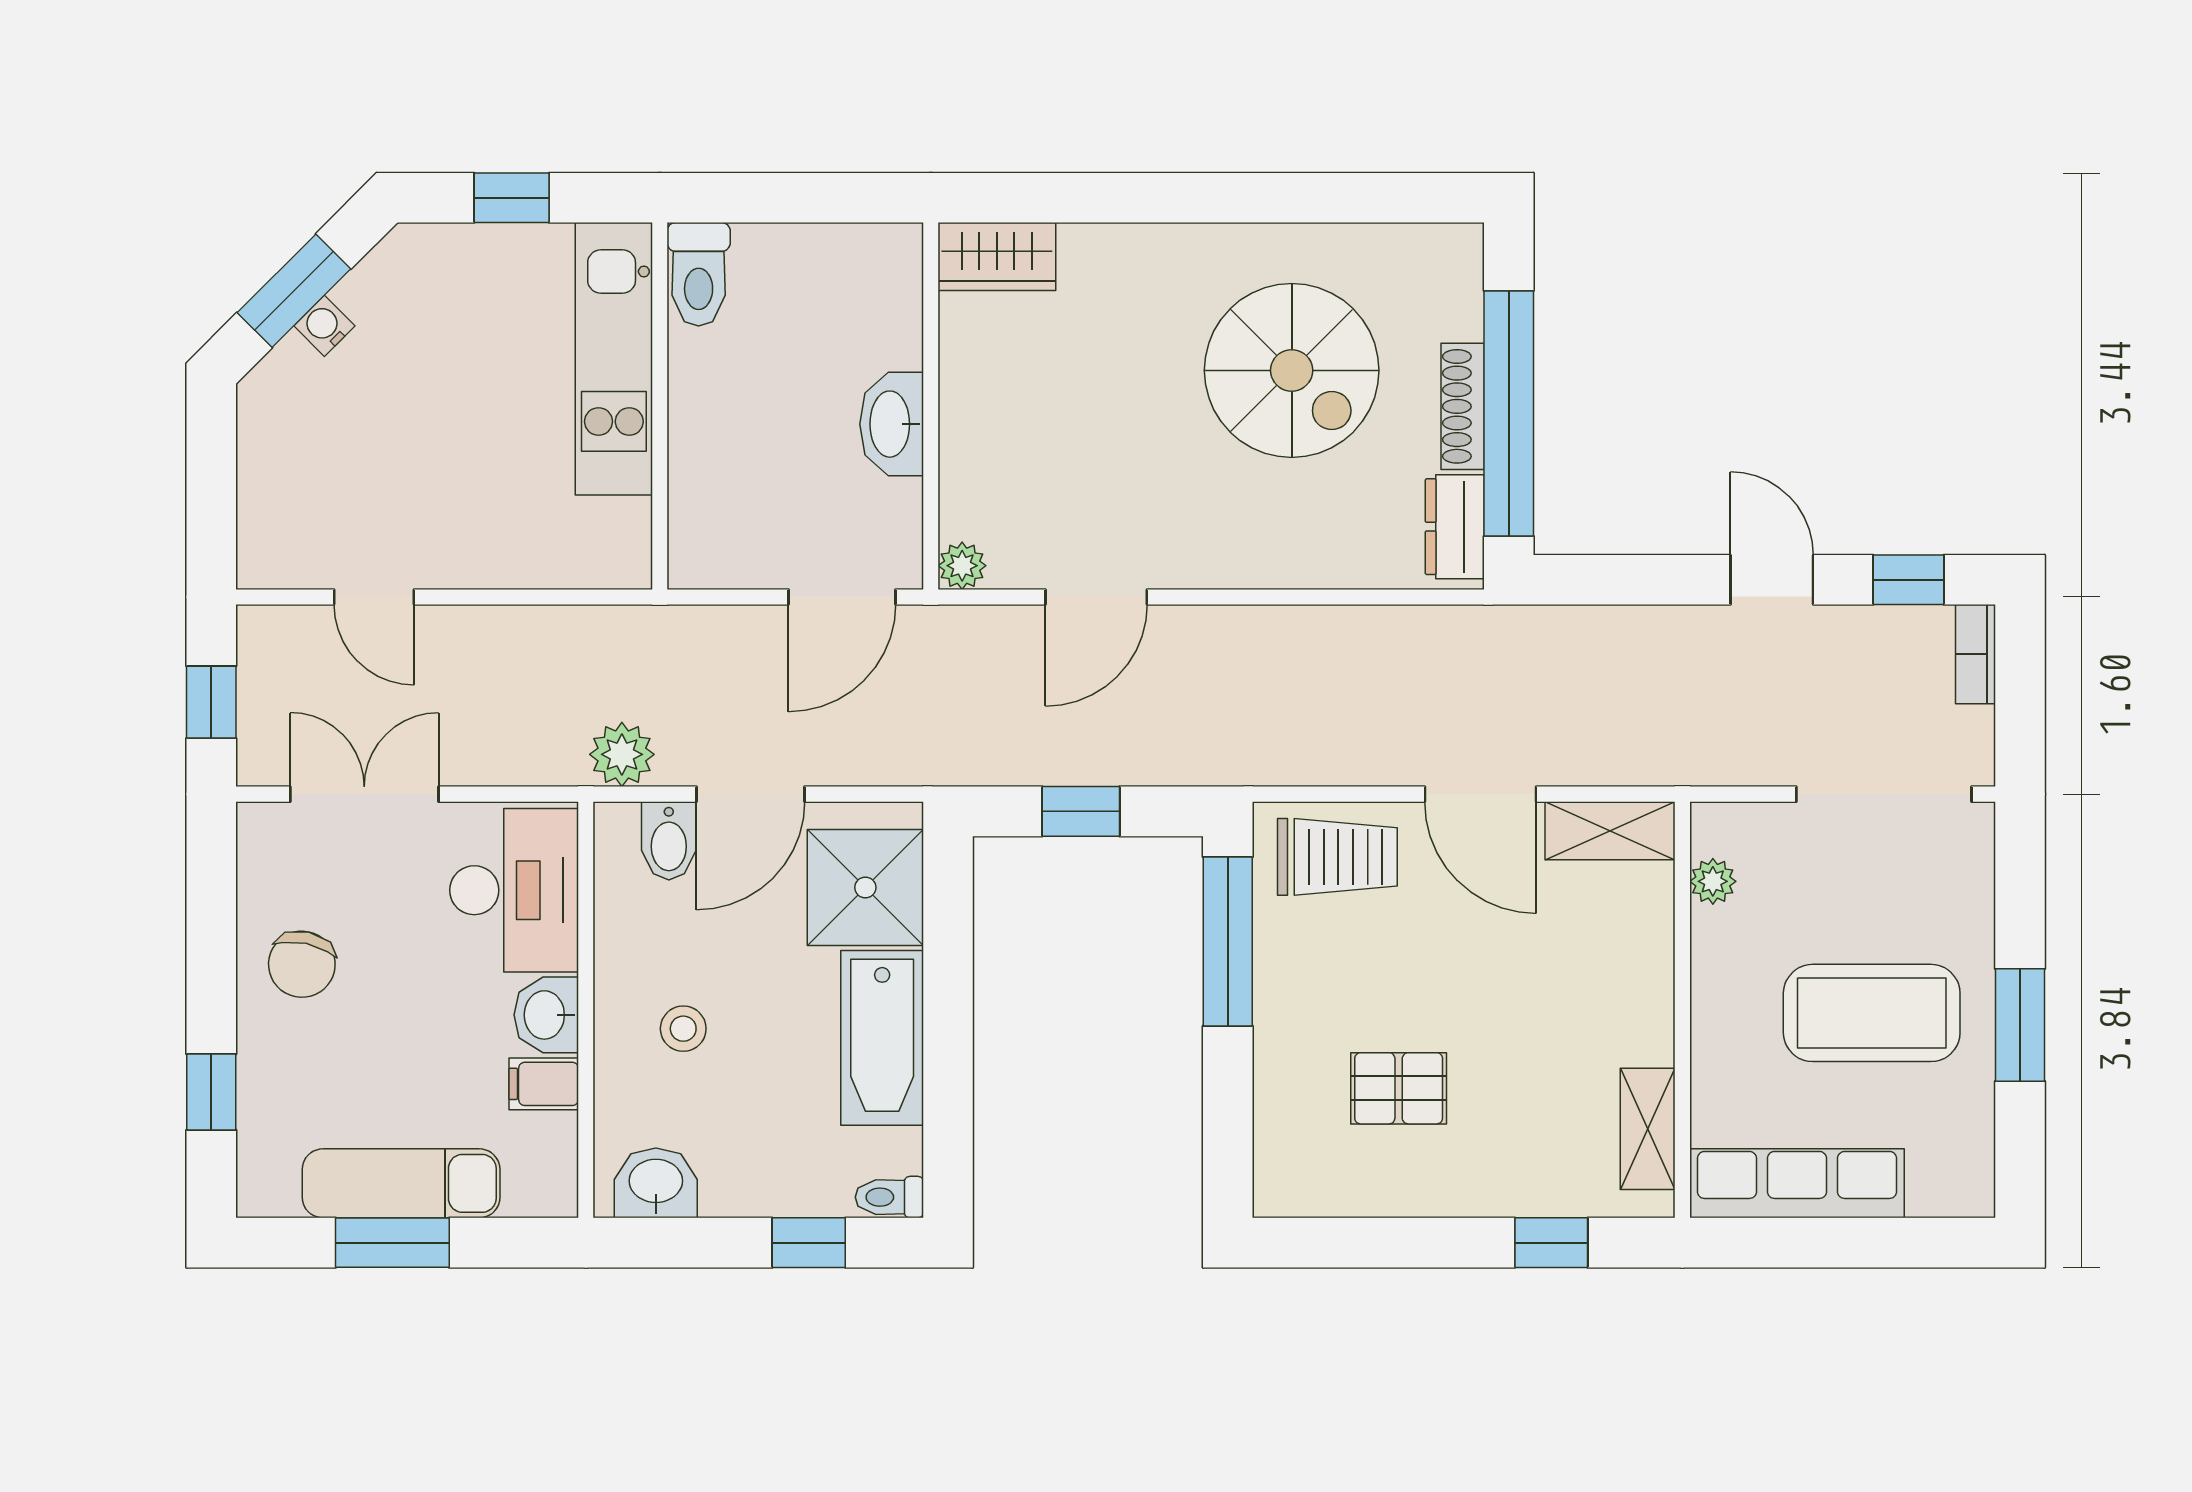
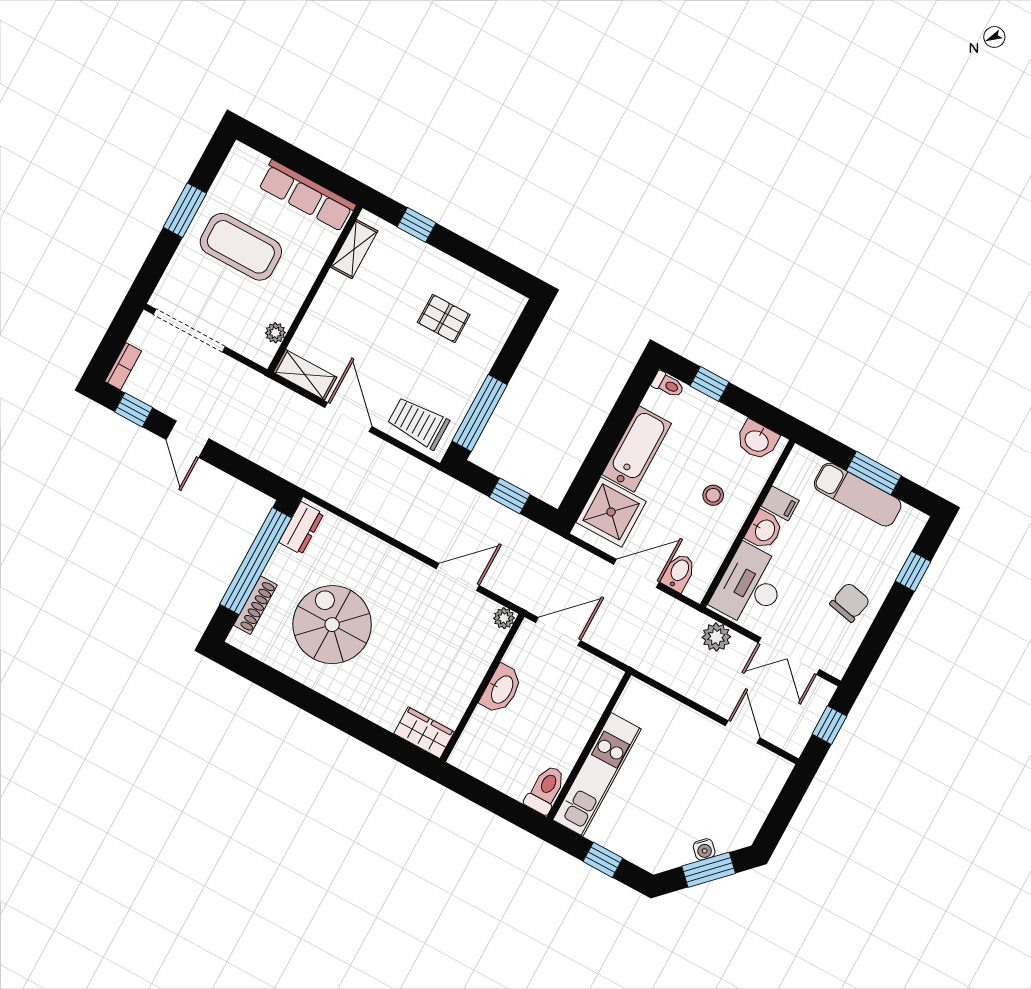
shoe rack: (1463, 406) -> (255, 605), moved
plant: (622, 754) -> (716, 637), moved

